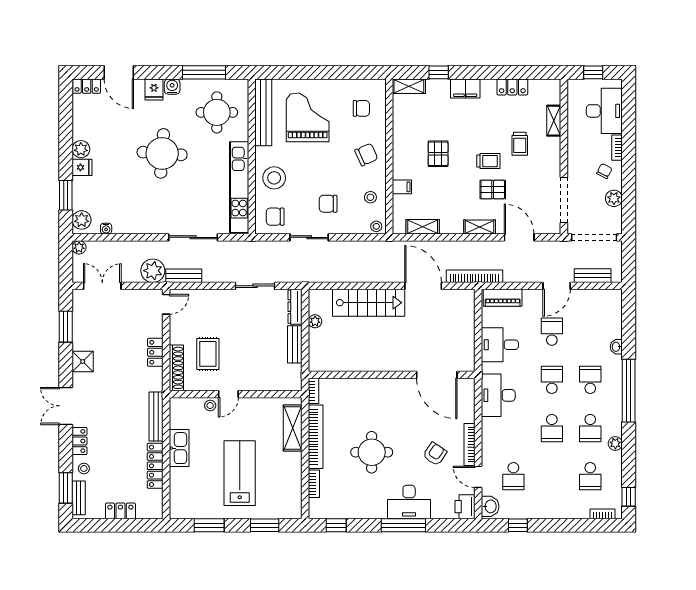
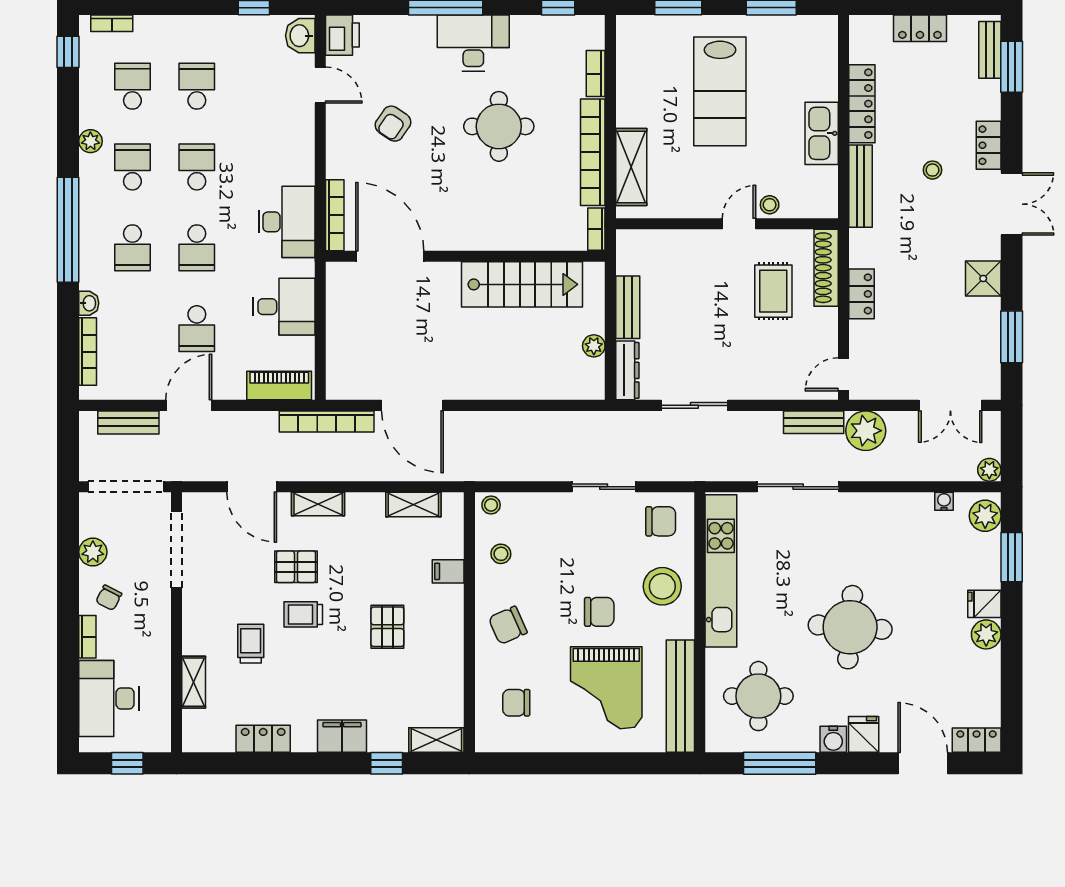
chair: (328, 204) -> (599, 612), moved
stairs: (369, 303) -> (522, 284), moved, turned 180
bookcase: (617, 318) -> (88, 352), added
bookcase: (470, 444) -> (335, 215), moved
stool: (84, 468) -> (932, 170), moved
school desk: (513, 476) -> (197, 86), moved
desk: (409, 502) -> (473, 43), moved

